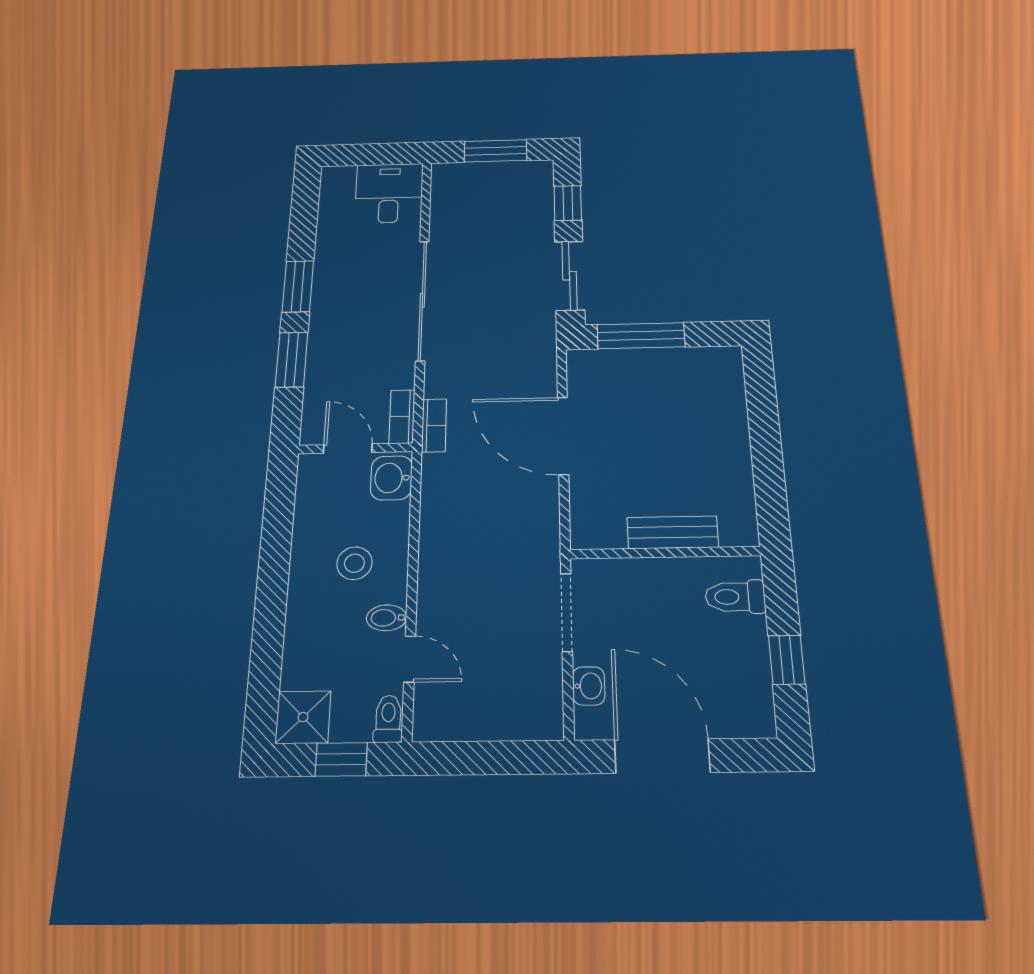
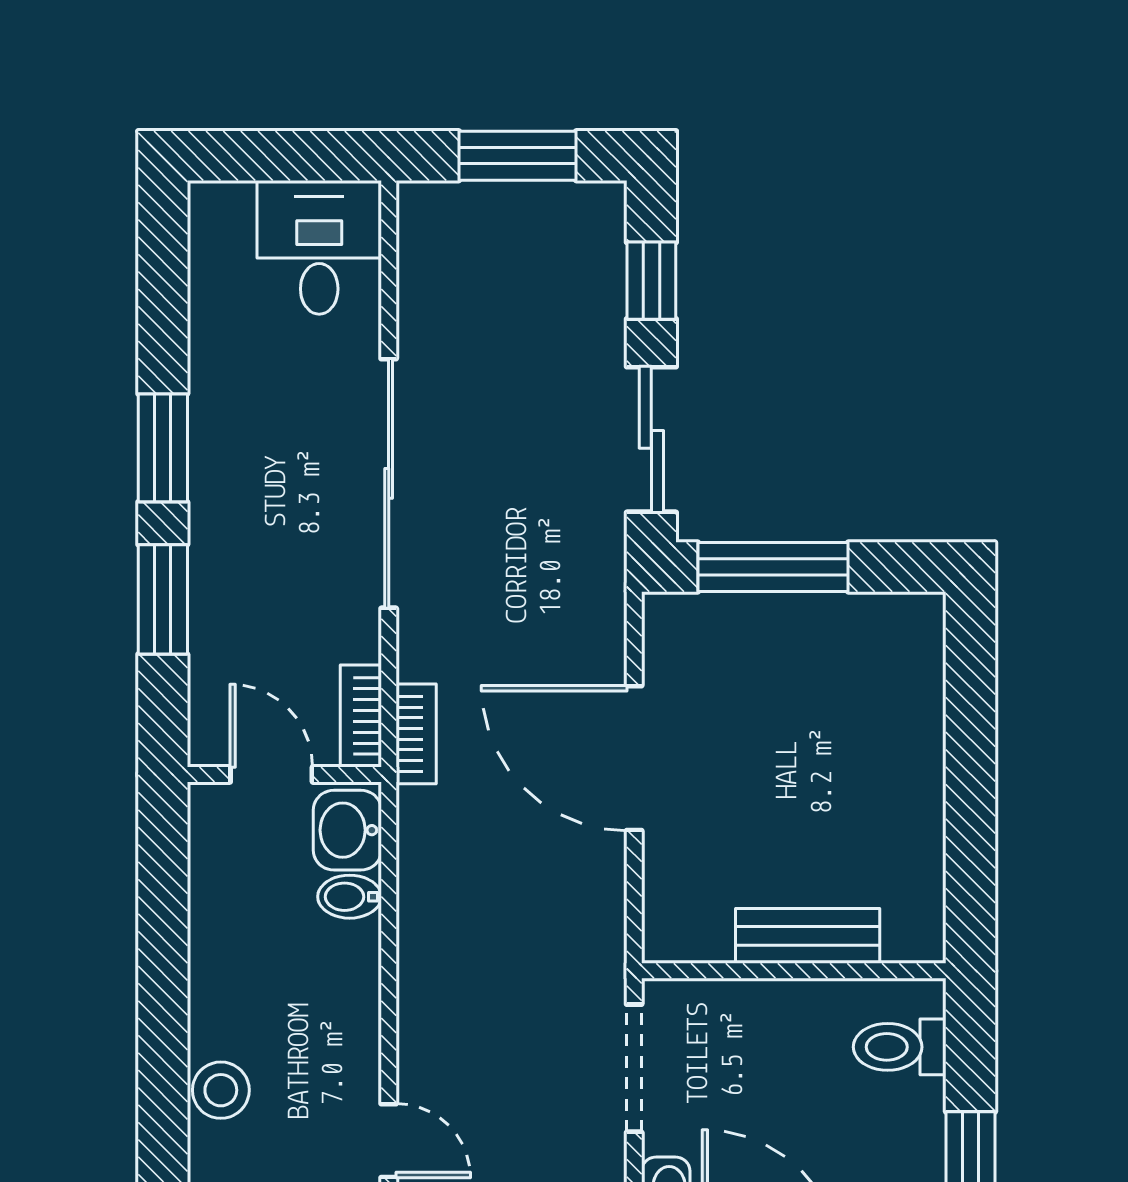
stool: (354, 563) -> (221, 1090), moved
bidet: (387, 618) -> (350, 897), moved

